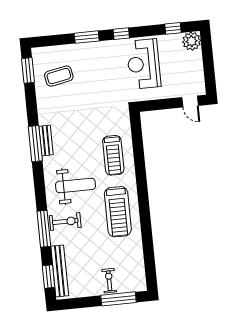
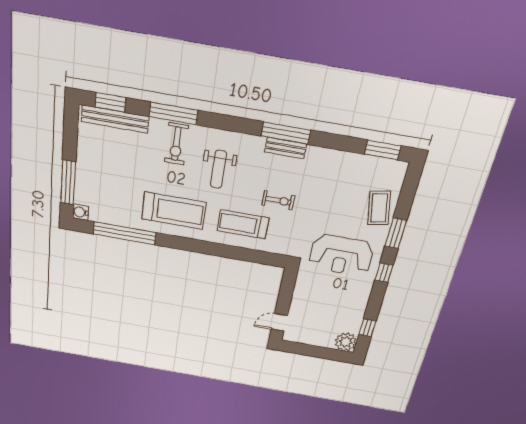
reception desk: (144, 64) -> (341, 255), moved, turned 180
coffee table: (59, 76) -> (379, 208), moved
weight bench: (76, 185) -> (218, 169), width x0.73, depth x0.75
treadmill: (118, 212) -> (174, 211), turned 180
window: (148, 247) -> (125, 233), added
exercise bike: (109, 281) -> (278, 200), moved
water cooler: (140, 285) -> (81, 212), added

